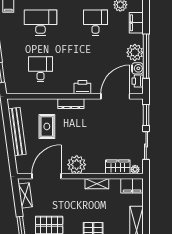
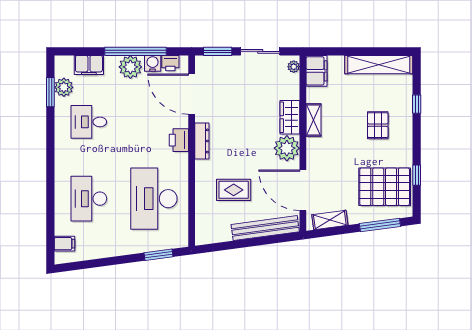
desk: (40, 69) -> (154, 199), width x1.87, depth x1.30
dresser: (71, 104) -> (202, 141), moved
bench: (17, 132) -> (265, 228), moved
wardrobe: (118, 167) -> (290, 117), moved

